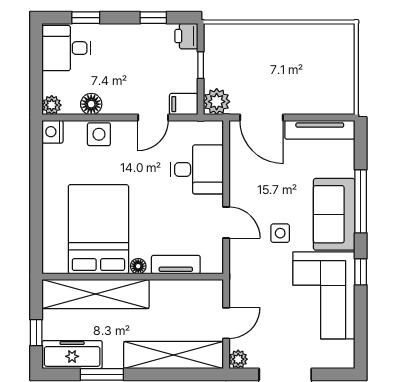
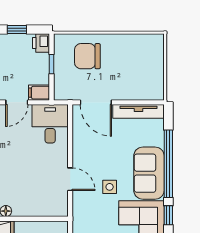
chair: (250, 54) -> (87, 56), added
plant: (217, 102) -> (63, 91), removed
desk: (197, 169) -> (50, 124), moved, turned -90
window: (361, 201) -> (168, 164), width x1.46
tv unit: (176, 265) -> (33, 210), removed

